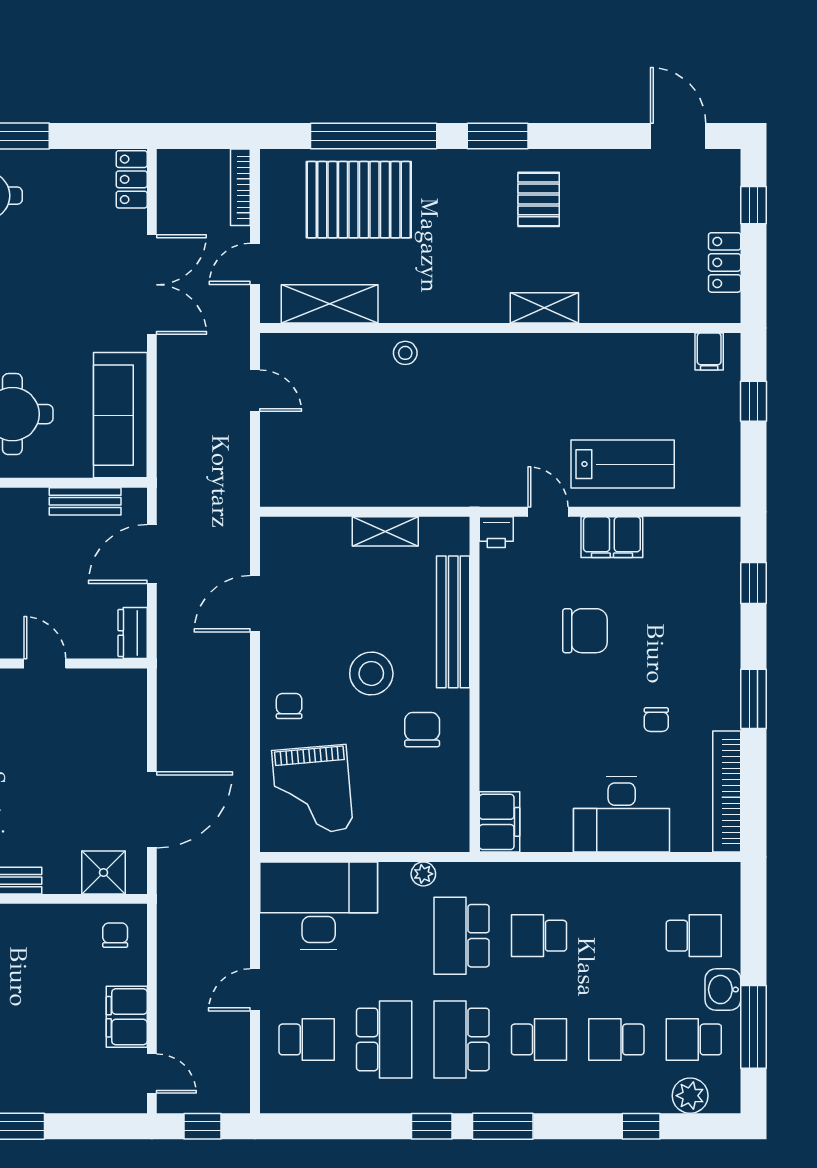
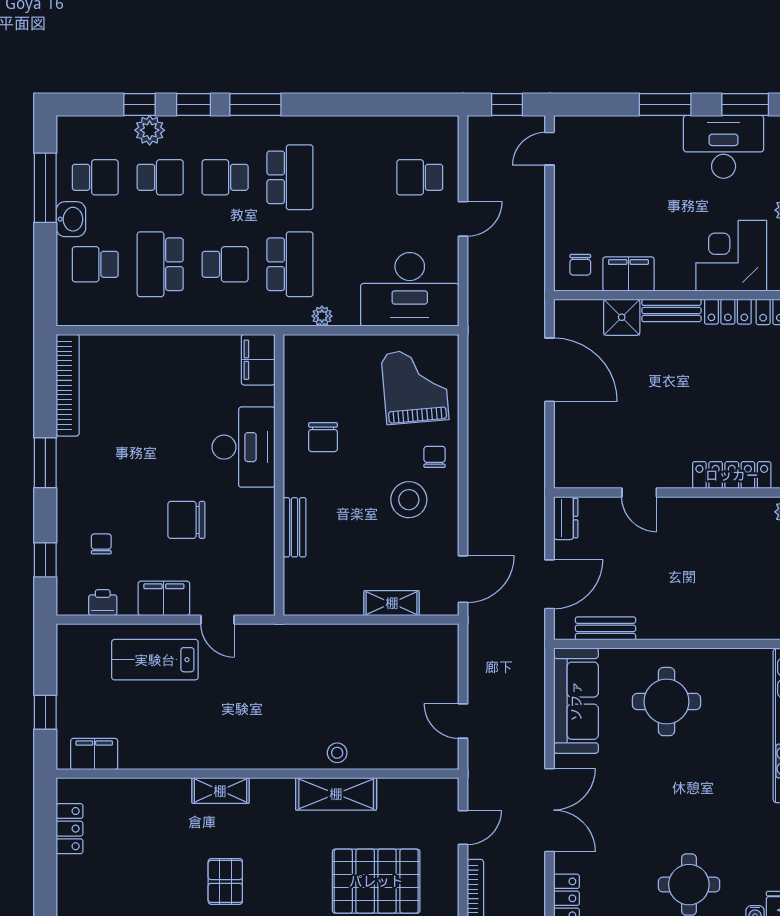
window: (753, 205) -> (45, 877), removed
double door: (152, 285) -> (550, 810), swing flipped
shelving: (330, 304) -> (336, 794), moved
filing cabinet: (709, 351) -> (94, 754), width x2.00
shelving: (385, 531) -> (392, 603), moved
printer: (496, 532) -> (103, 603), moved
door: (255, 604) -> (463, 579), moved
bench: (453, 622) -> (295, 527), width x0.54, depth x0.82
stool: (371, 673) -> (409, 500), moved
chair: (289, 706) -> (435, 457), turned 180
chair: (656, 720) -> (101, 544), moved
door: (152, 810) -> (550, 370), swing flipped
desk: (622, 815) -> (244, 447), moved, turned 90
shower: (104, 873) -> (622, 317), moved
filing cabinet: (127, 1017) -> (628, 274), moved, turned -90
school desk: (384, 1039) -> (160, 264), moved
door: (152, 1074) -> (550, 149), hinge flipped
plant: (690, 1096) -> (150, 130), moved
window: (432, 1126) -> (193, 105), moved

